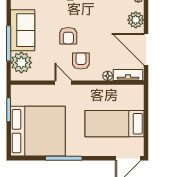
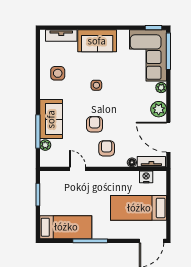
armchair: (68, 36) -> (95, 124), turned 180
plant: (21, 63) -> (45, 145), width x0.53, depth x0.53
door: (63, 83) -> (78, 169), moved
nightstand: (123, 91) -> (146, 177), added
bed: (38, 131) -> (66, 227), width x0.49

